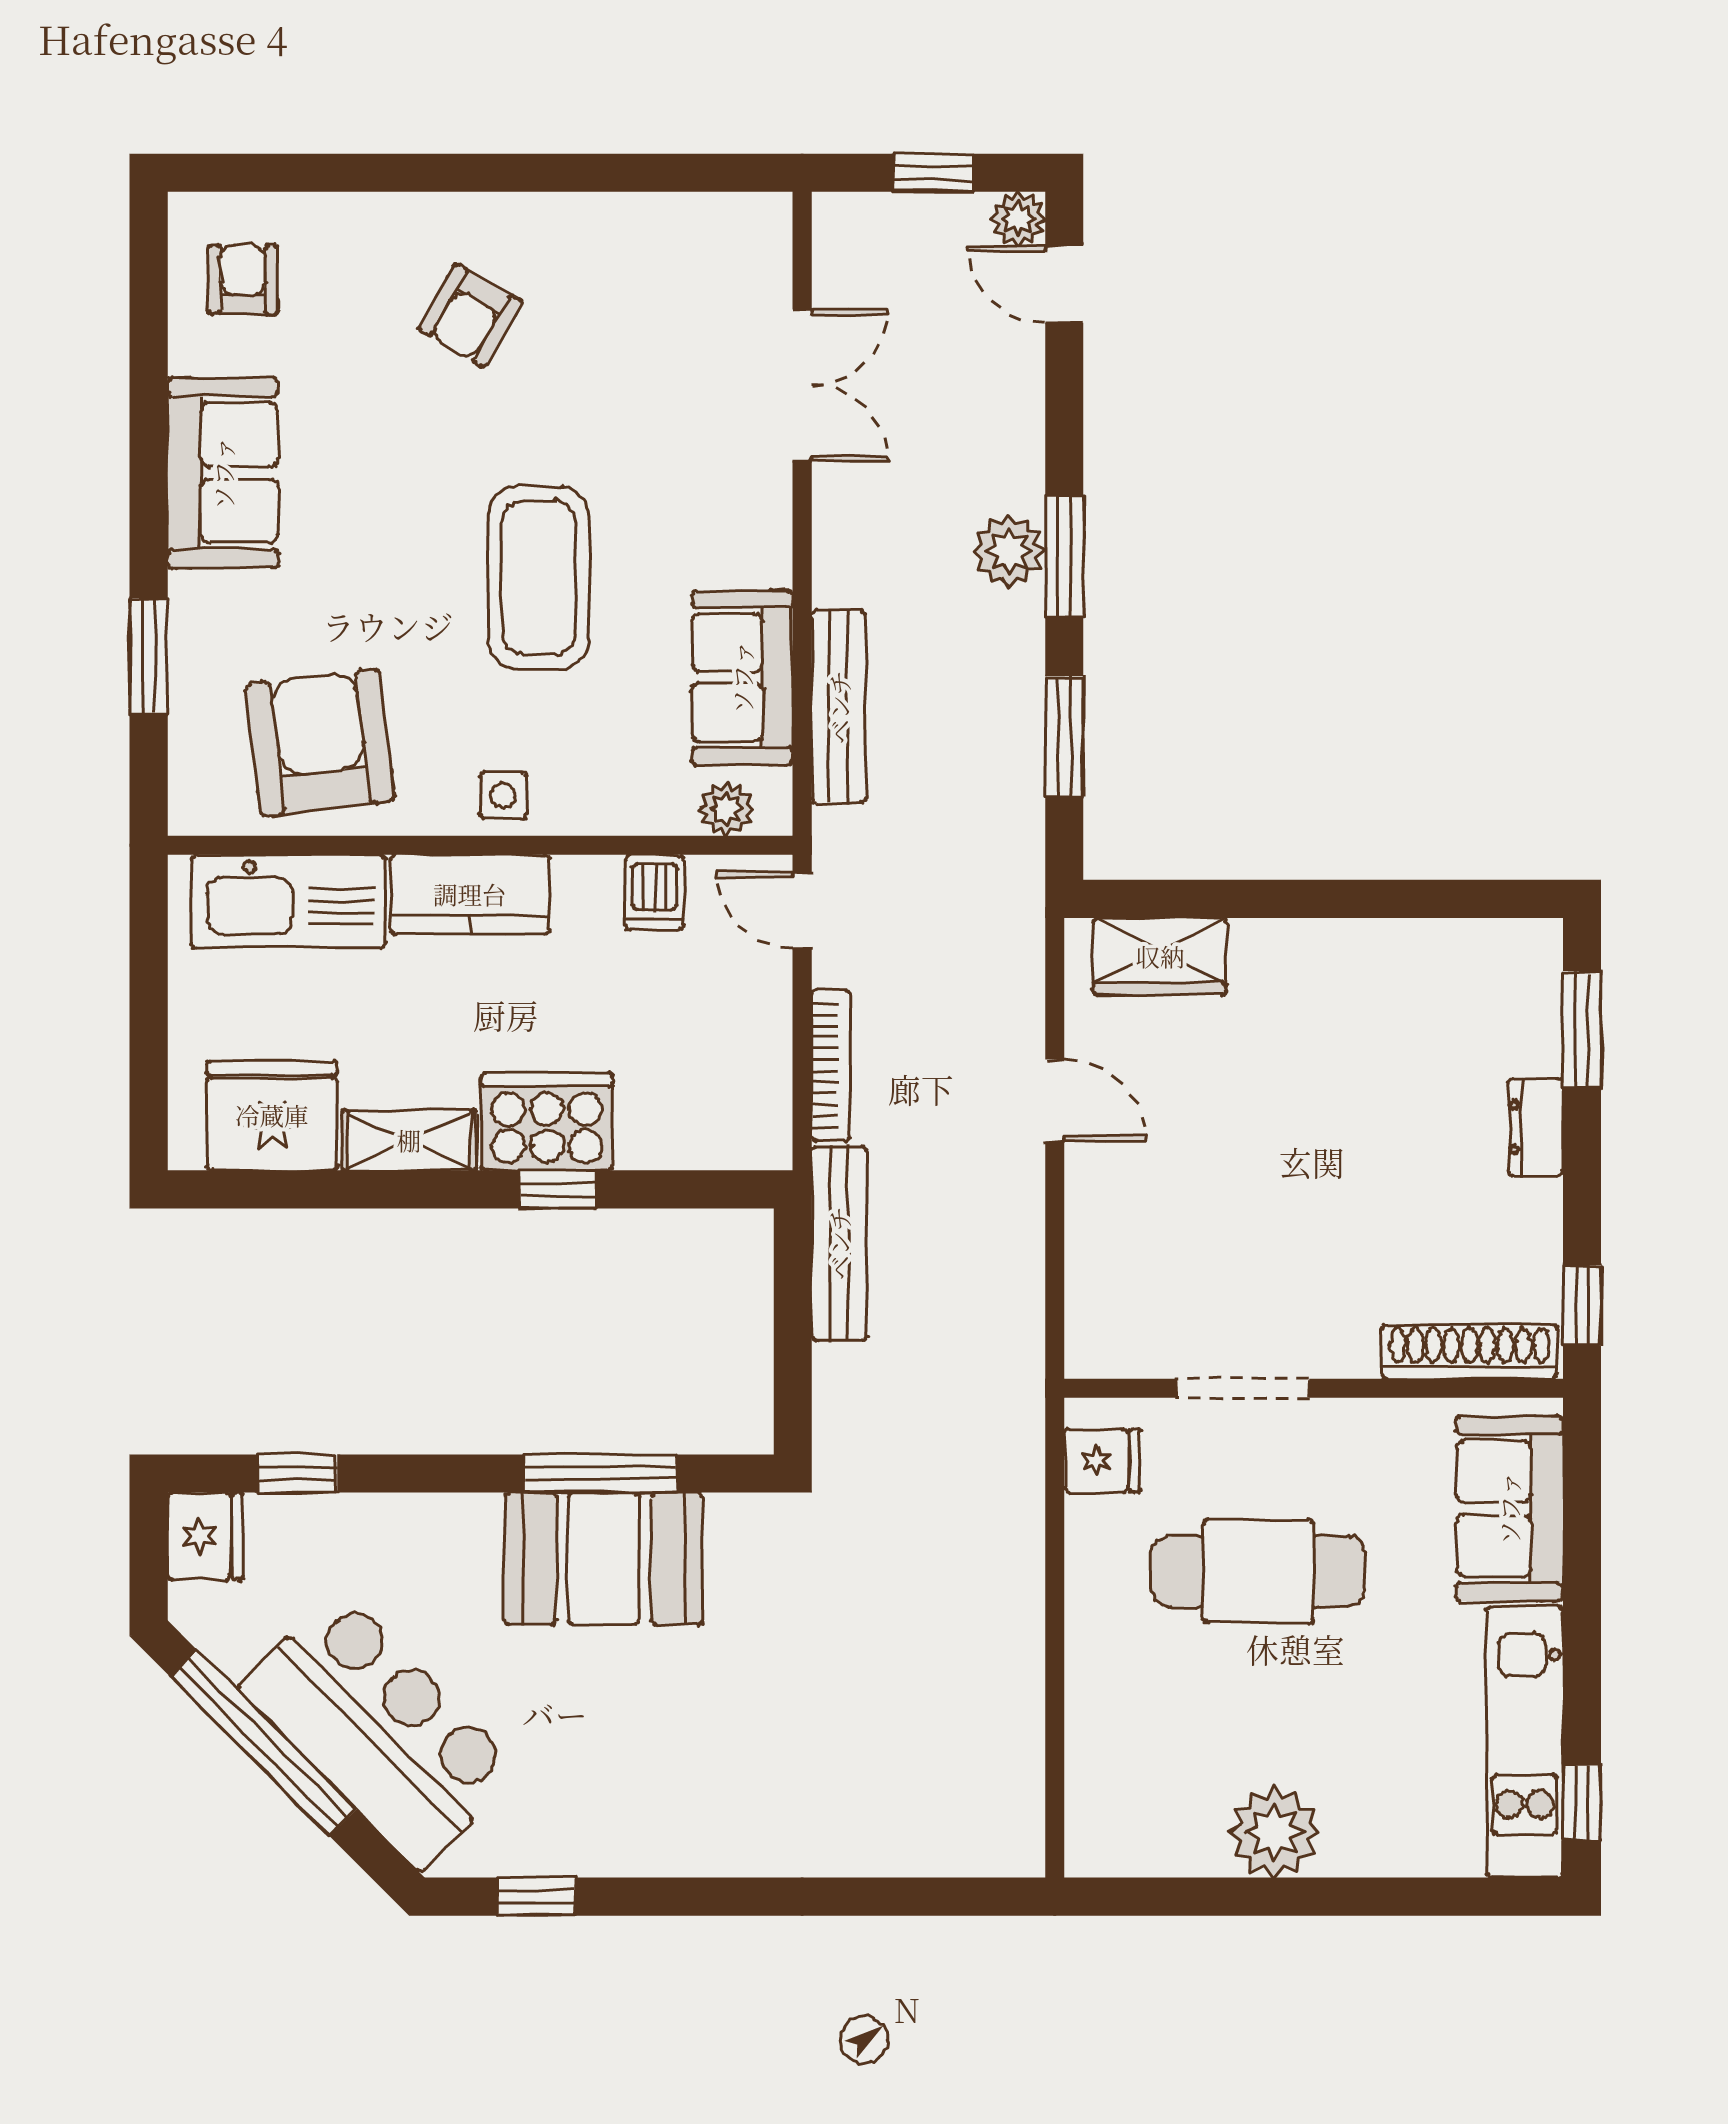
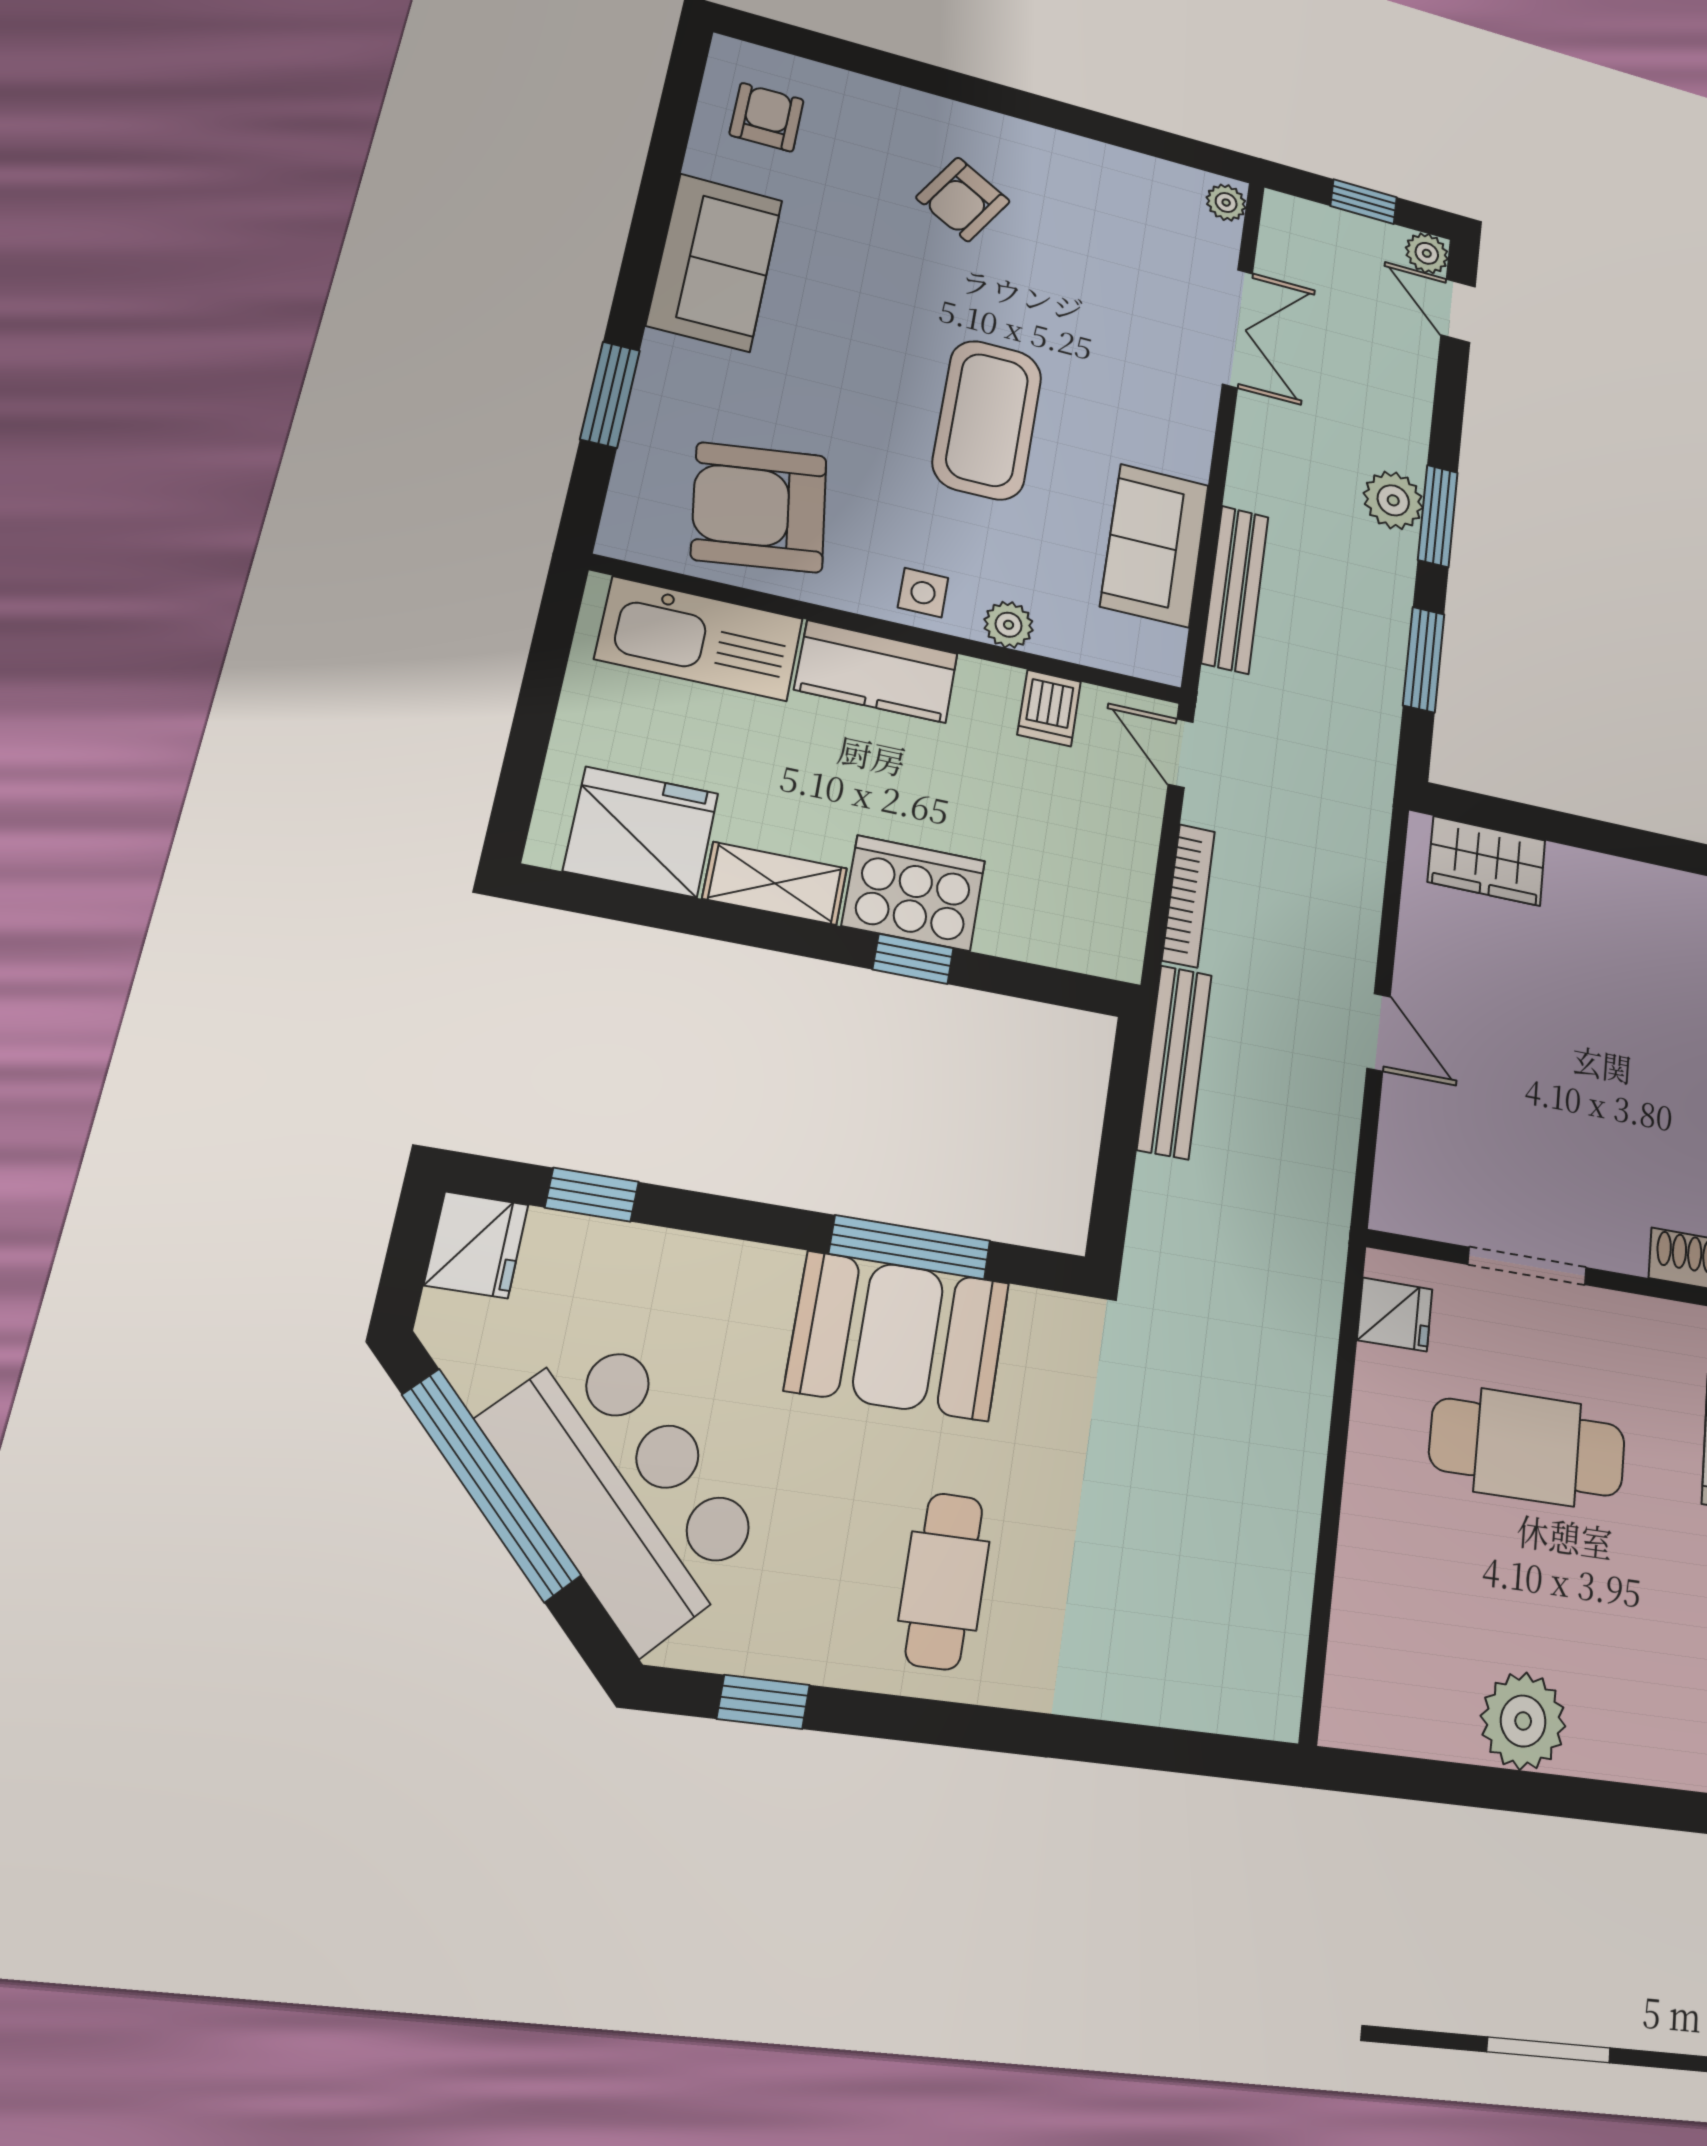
plant: (769, 226) -> (1226, 203), added
armchair: (320, 743) -> (759, 507), turned -91
plant: (727, 809) -> (1009, 625), moved
door: (1055, 1100) -> (1379, 1032), moved
cafe table: (683, 1773) -> (944, 1581), added

